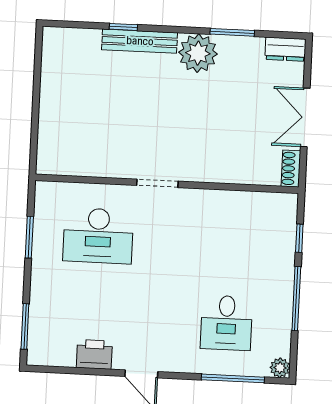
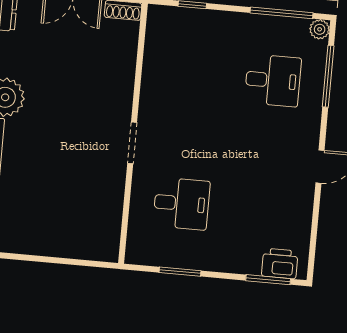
desk: (98, 236) -> (181, 204), width x0.73
window: (296, 299) -> (281, 13), moved
printer: (94, 354) -> (280, 264), moved, turned 90

